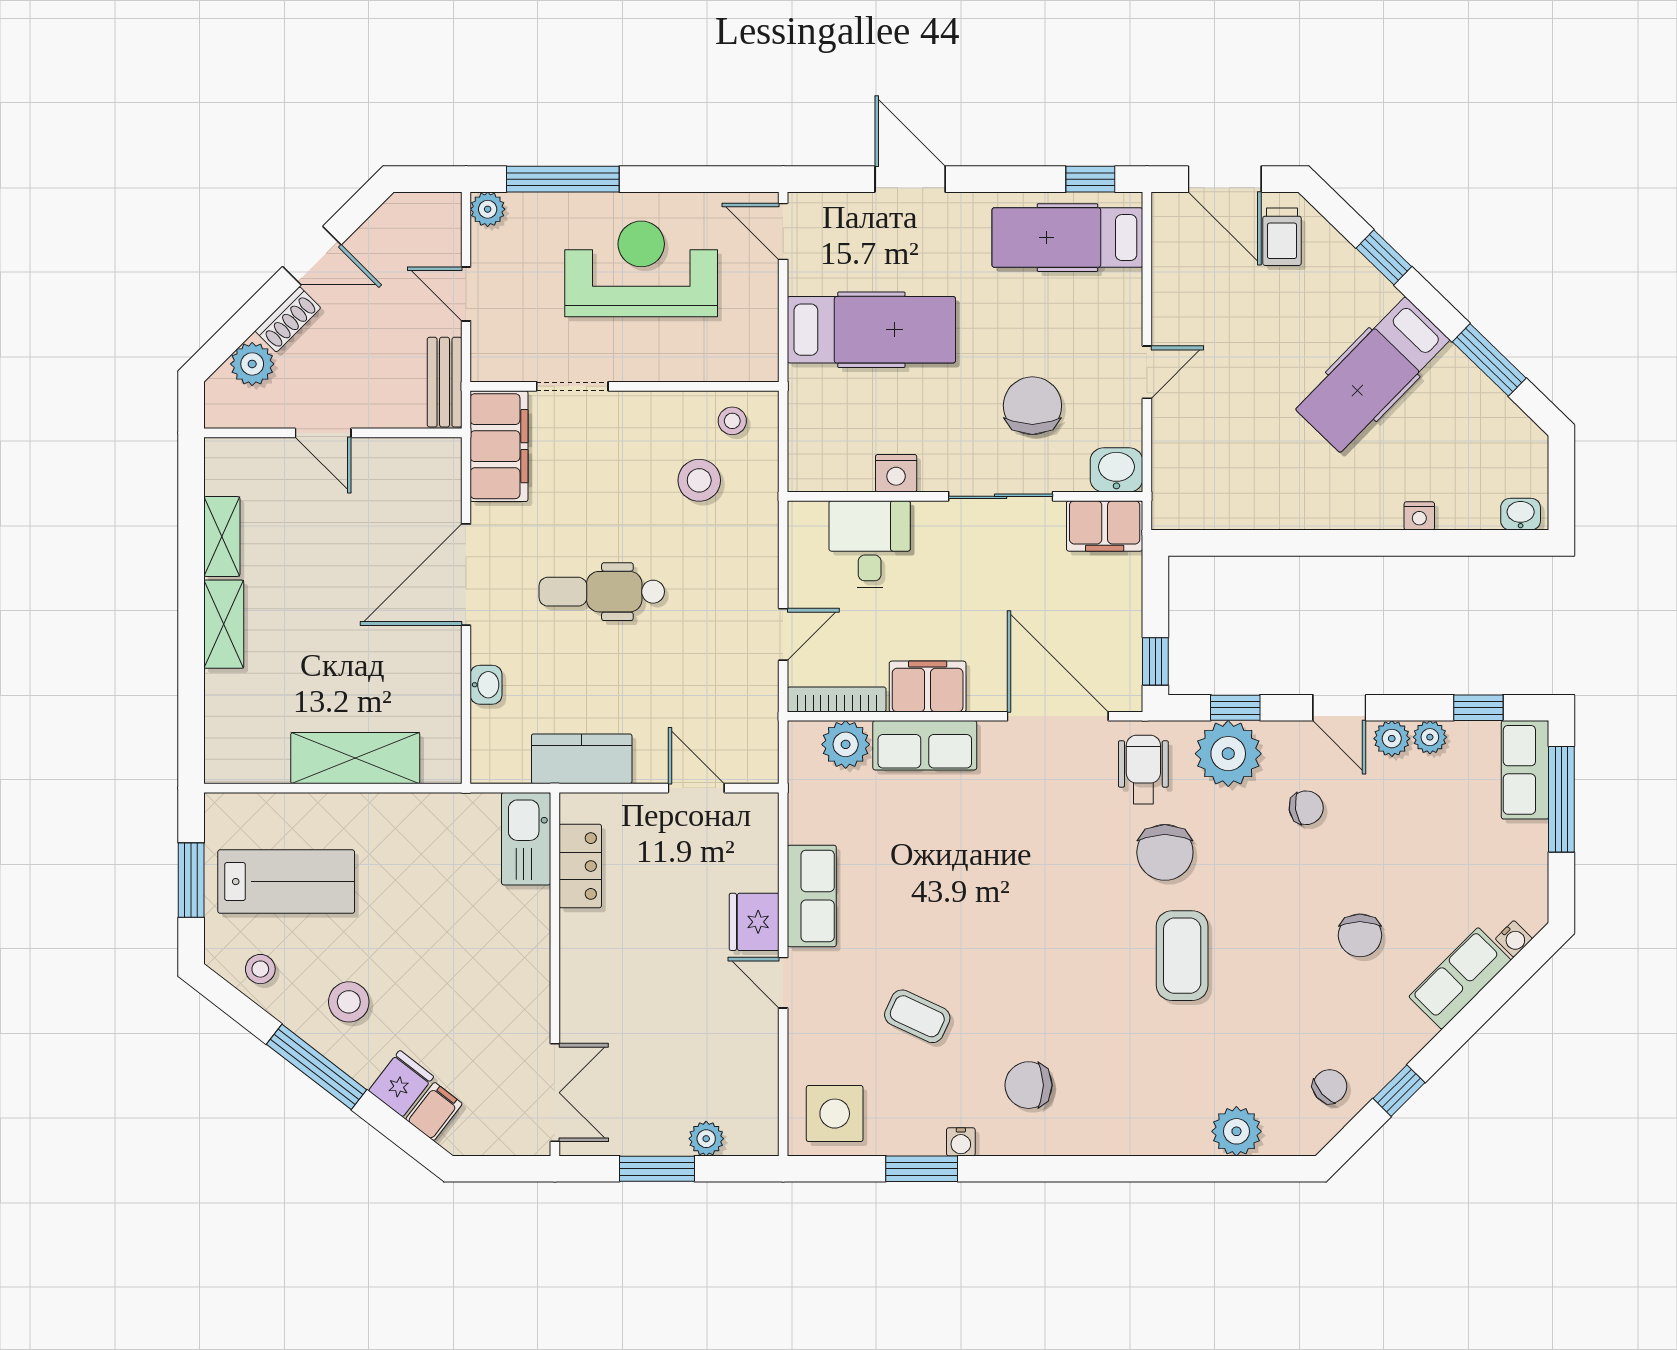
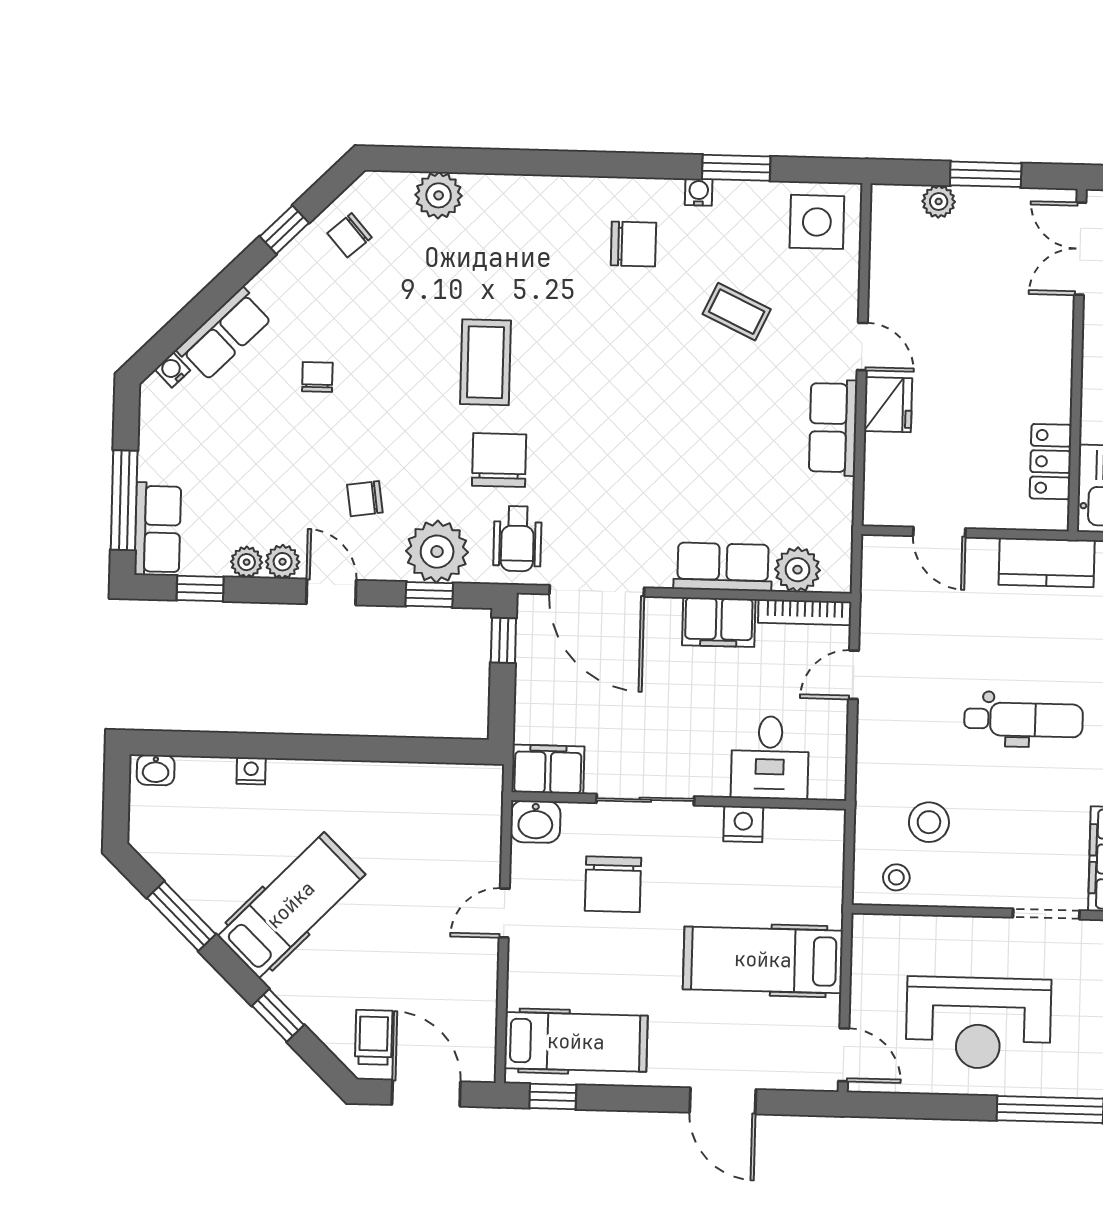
chair: (1360, 935) -> (317, 377), width x0.73, depth x0.73

